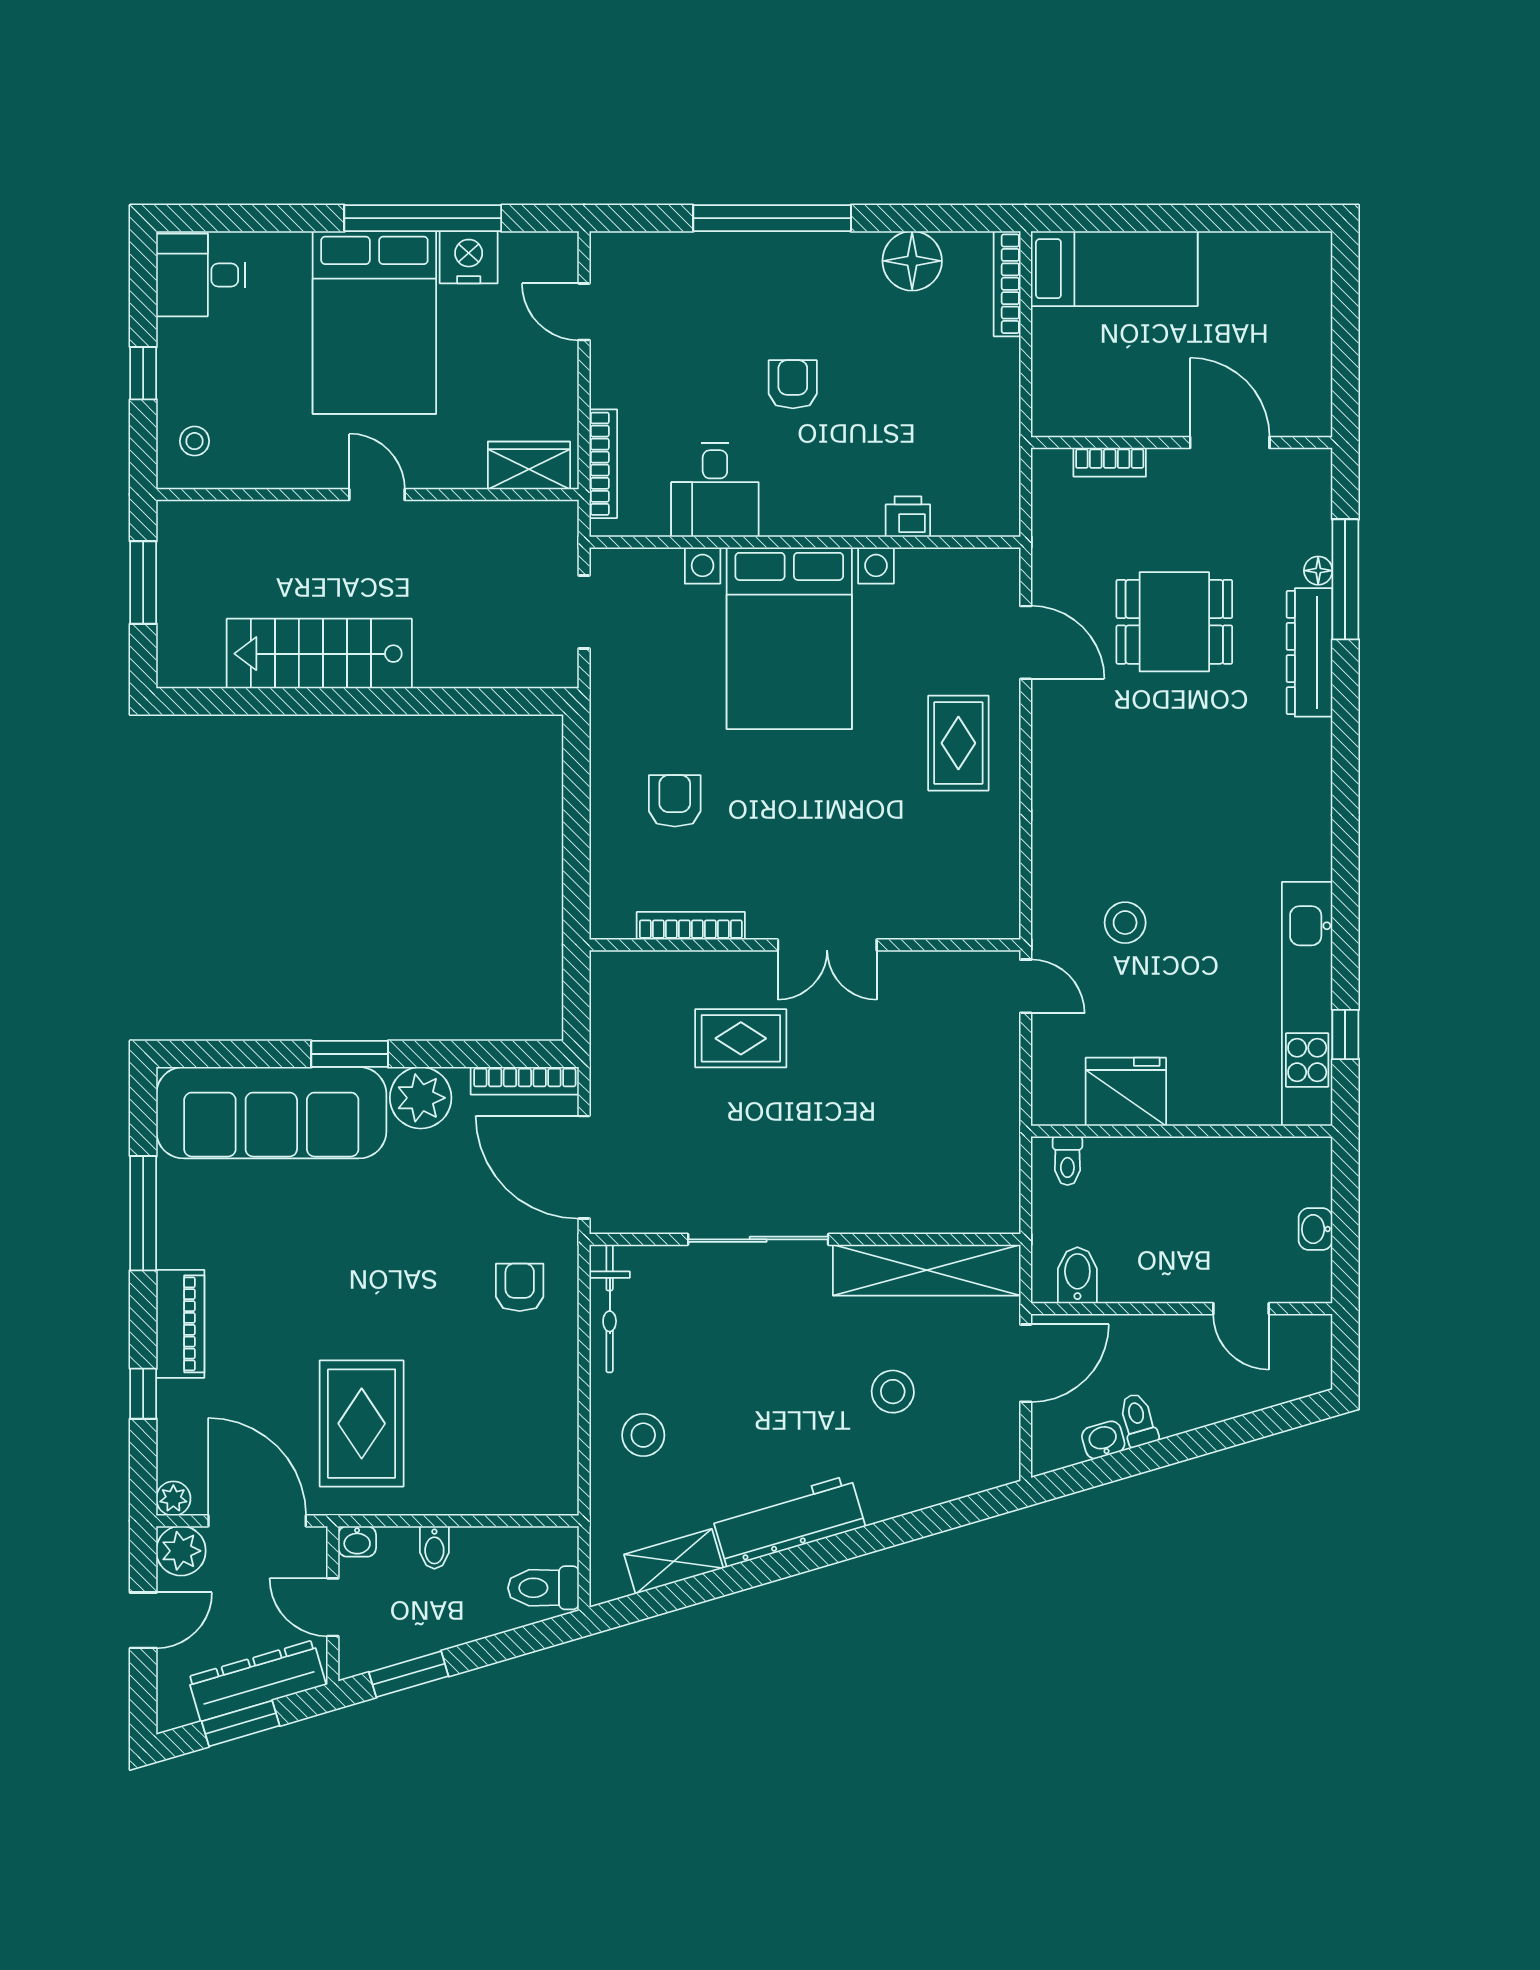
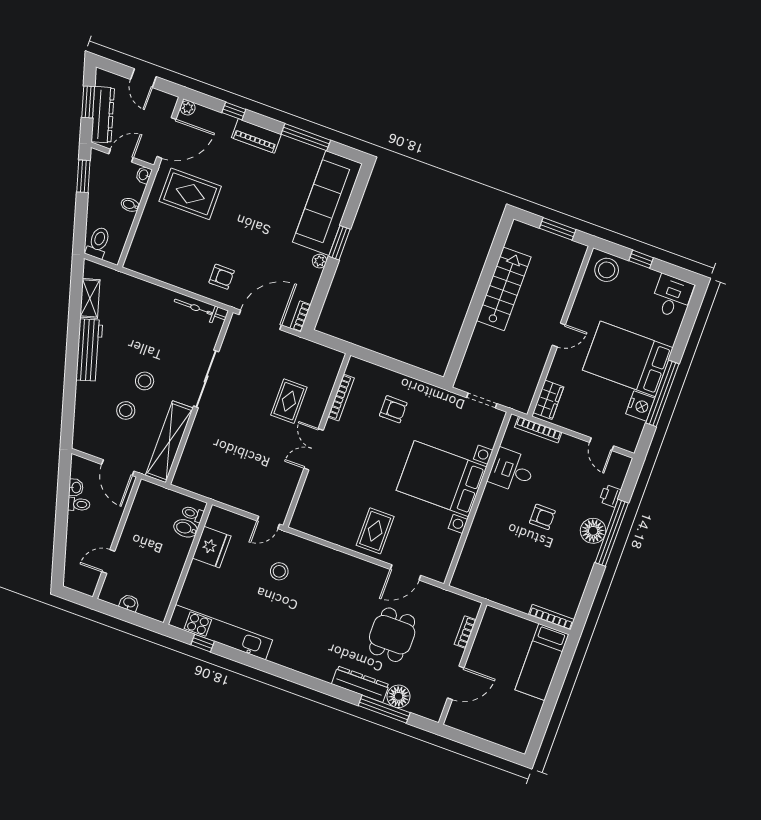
floor lamp: (912, 261) -> (593, 531), moved
door: (584, 312) -> (602, 444), swing flipped
stool: (195, 441) -> (607, 270), width x1.89, depth x1.89
printer: (908, 517) -> (610, 496), moved, turned 180
floor lamp: (1318, 571) -> (399, 696), width x1.89, depth x1.89
rug: (958, 743) -> (375, 531), turned 90
bookcase: (525, 1081) -> (300, 317), width x0.64
plant: (421, 1098) -> (319, 261), width x0.53, depth x0.53
bidet: (1077, 1275) -> (186, 528), moved, turned 180
stool: (643, 1435) -> (145, 381), moved
plant: (181, 1551) -> (166, 103), removed

